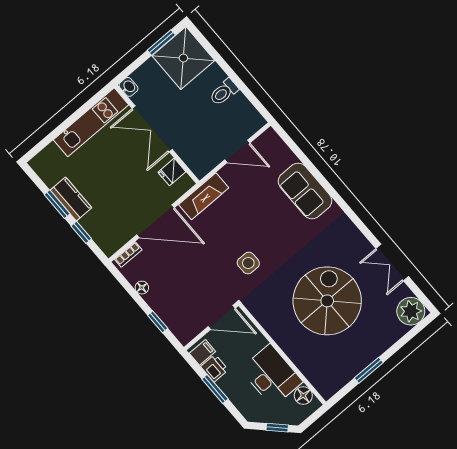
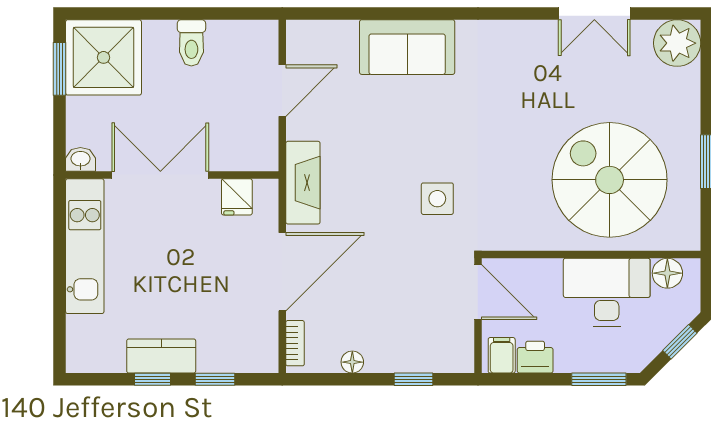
double door: (152, 129) -> (160, 175), swing flipped
window: (57, 204) -> (153, 379), width x0.67
spiral stairs: (327, 301) -> (610, 180), moved
door: (222, 317) -> (478, 292), hinge flipped
window: (215, 389) -> (599, 379), moved

